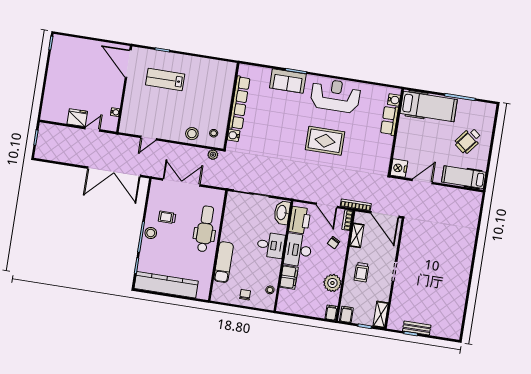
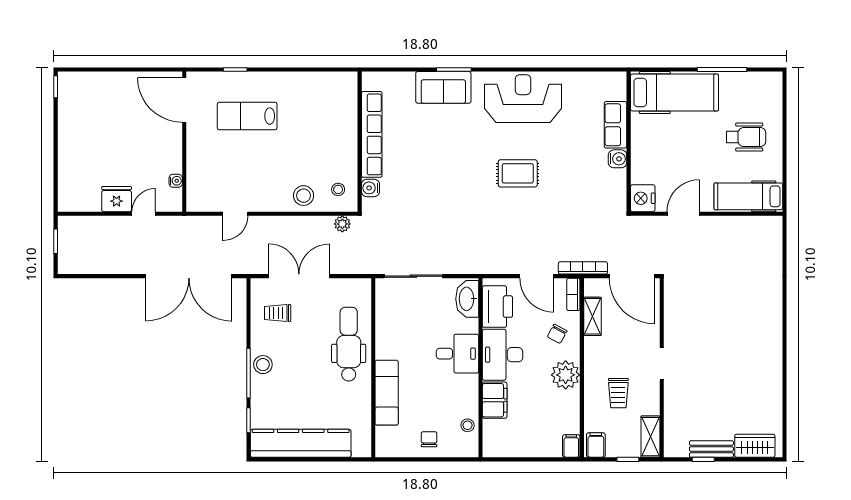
water cooler: (394, 100) -> (618, 159), moved
rug: (325, 141) -> (518, 173), width x0.73, depth x0.70
wheelchair: (468, 141) -> (746, 137), turned -128
trolley: (167, 217) -> (278, 313), moved
trolley: (362, 272) -> (618, 393), moved
plant: (332, 283) -> (566, 375), moved
wardrobe: (444, 330) -> (755, 446), added

